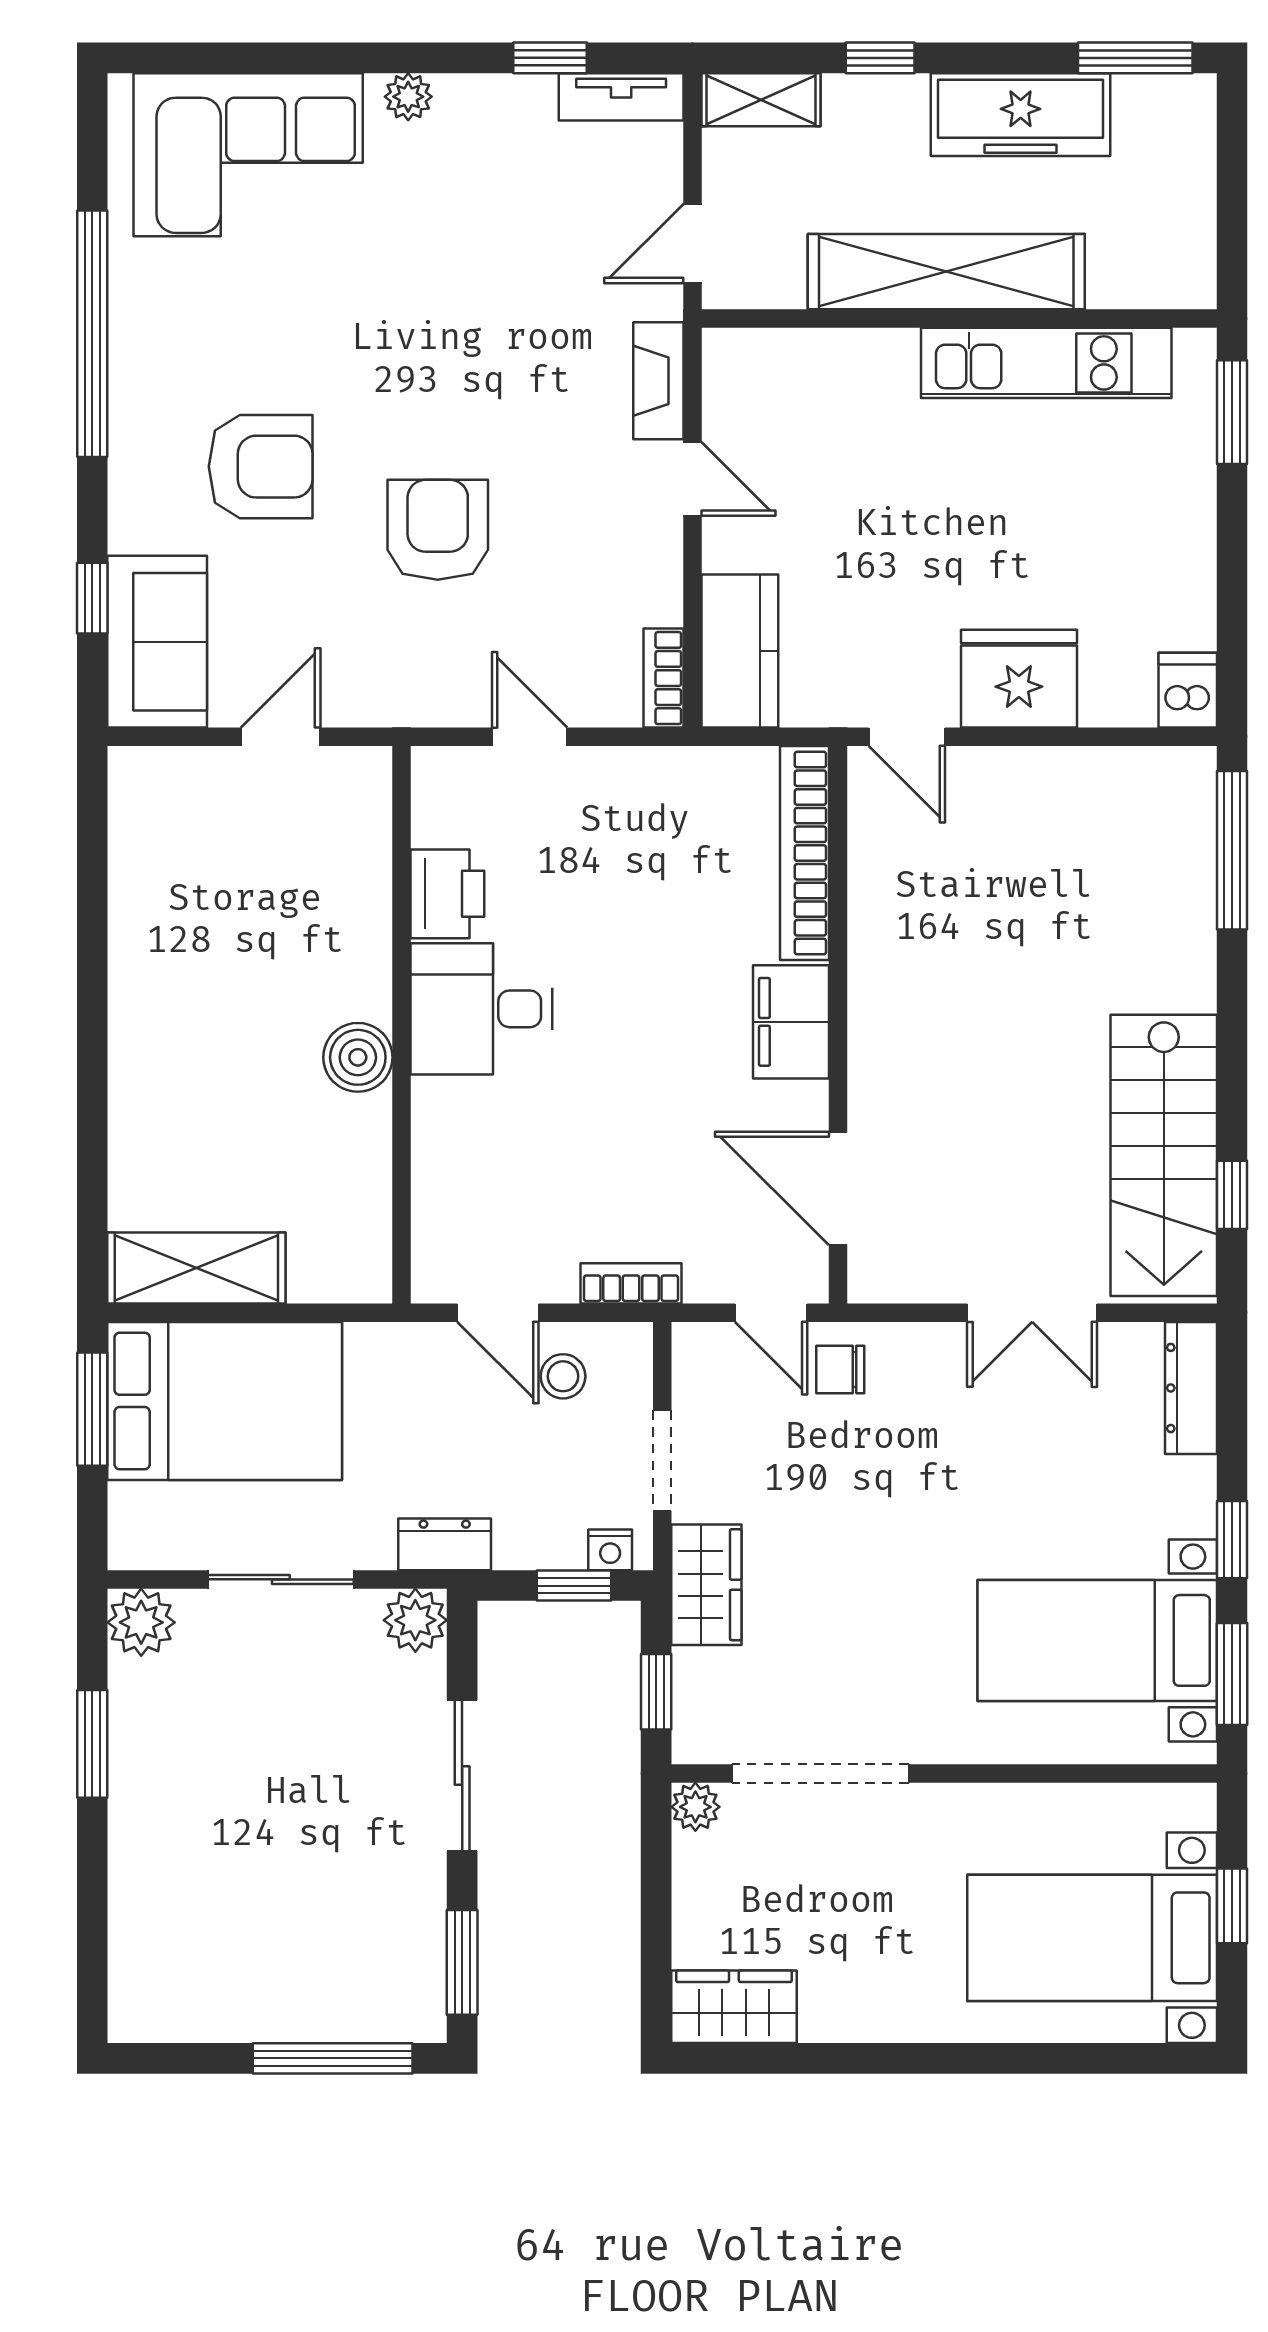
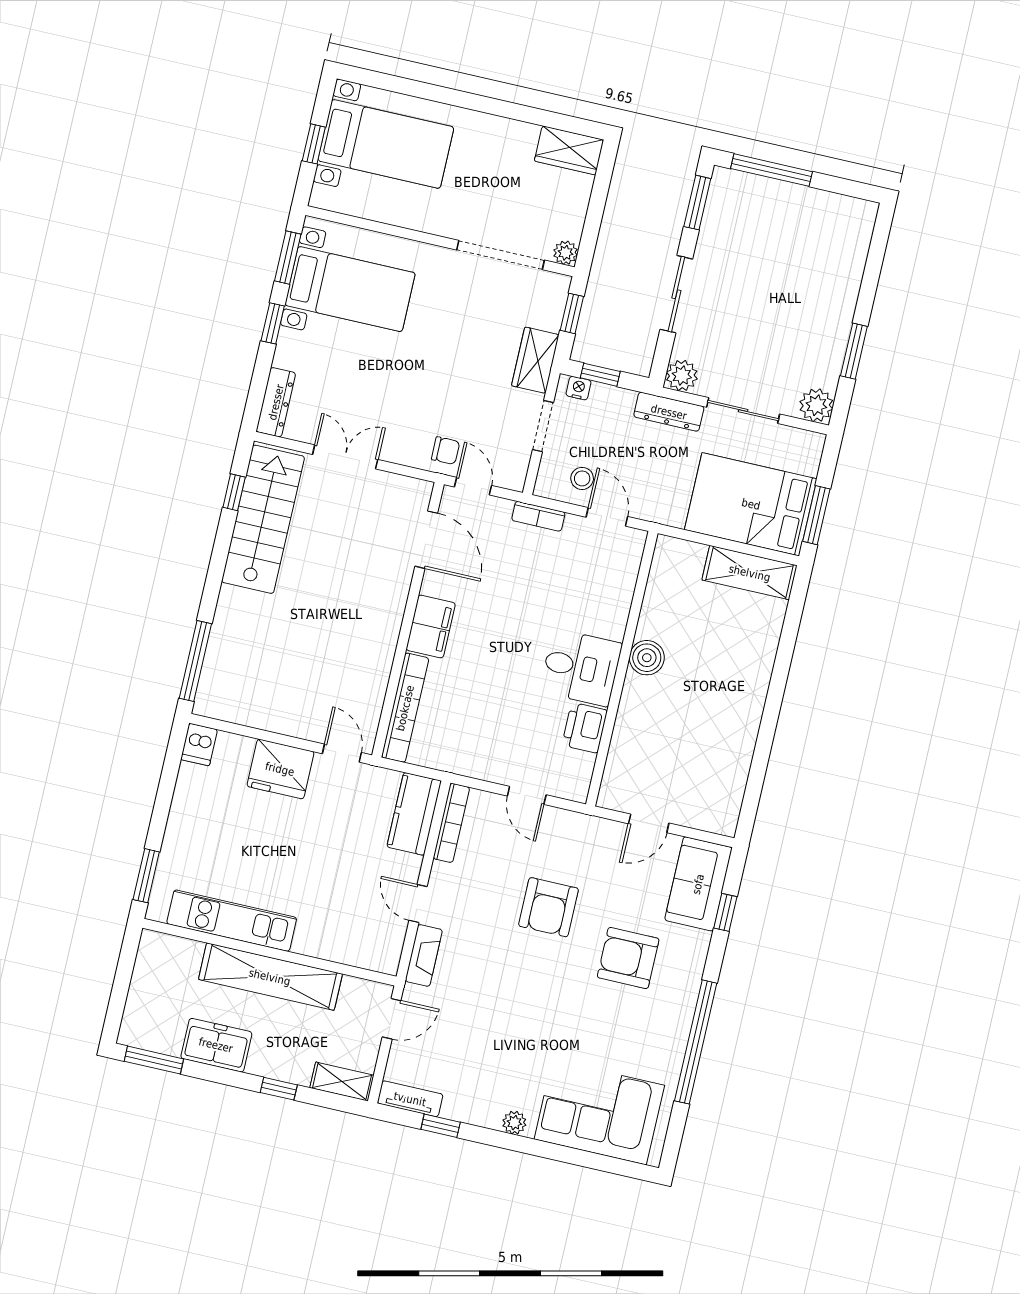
freezer: (1021, 115) -> (216, 1045), width x0.71
bookcase: (664, 678) -> (451, 823), width x1.56
dresser: (445, 1544) -> (669, 412), width x1.44

